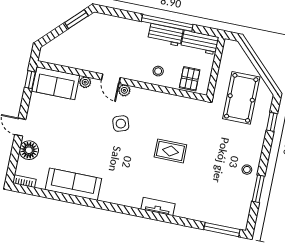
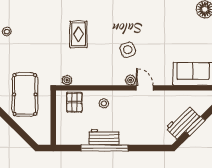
window: (76, 19) -> (195, 126), moved
workbench: (200, 42) -> (183, 122), moved, turned -45
plant: (85, 82) -> (67, 80), moved
rug: (170, 151) -> (78, 34), turned 90

